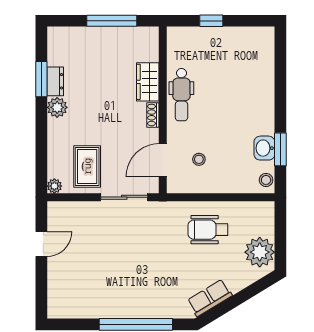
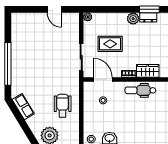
rug: (87, 166) -> (110, 44), moved

